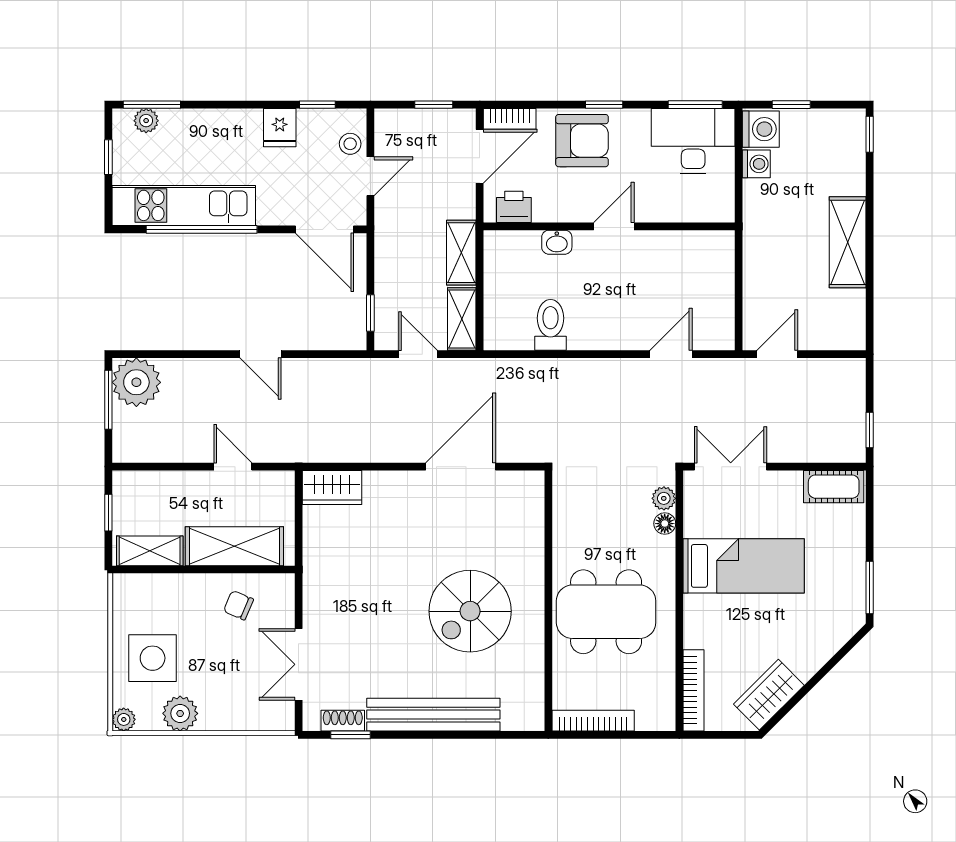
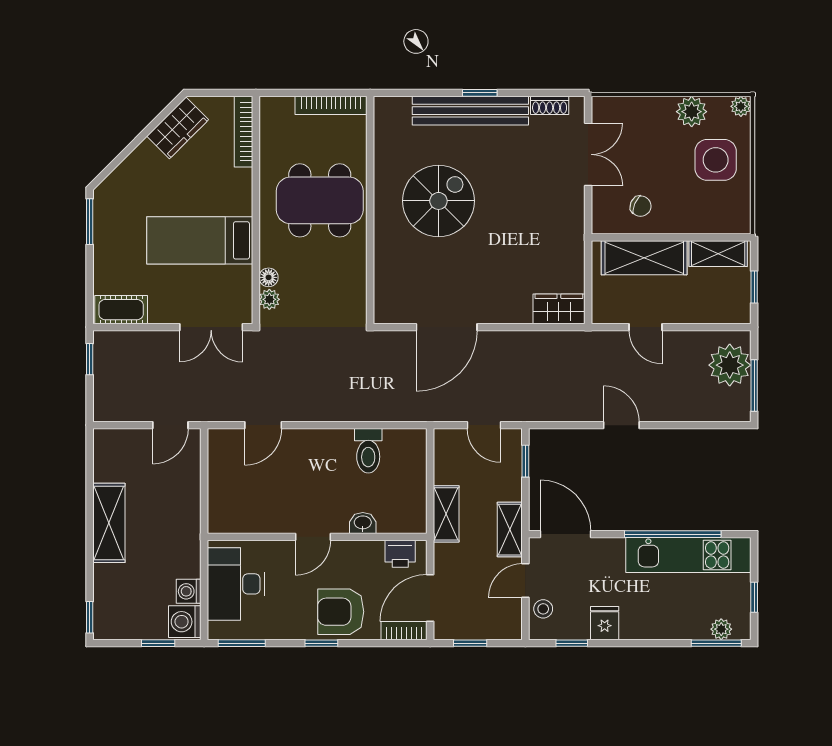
desk: (693, 141) -> (236, 584), moved, turned 90
shelving: (462, 319) -> (510, 530), moved
plant: (136, 382) -> (730, 365), moved
window: (351, 735) -> (480, 93), moved

